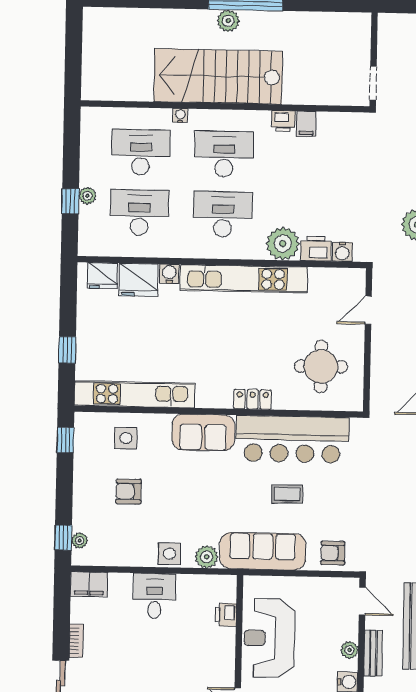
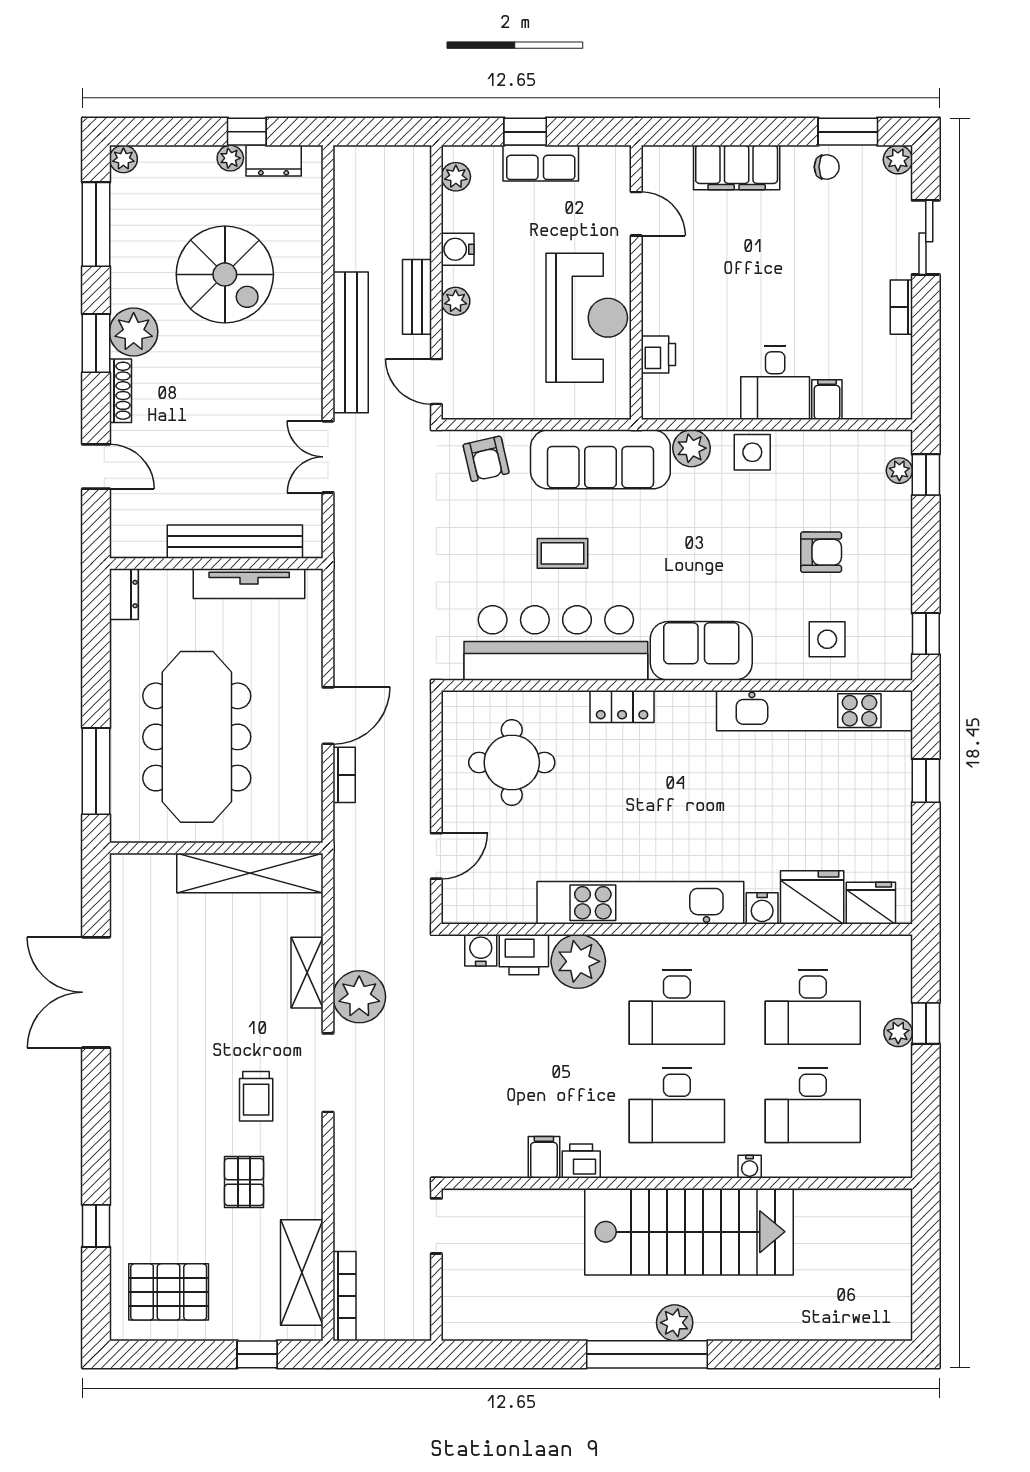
armchair: (333, 553) -> (486, 459), turned 77
filing cabinet: (89, 584) -> (827, 400), moved, width x0.50

